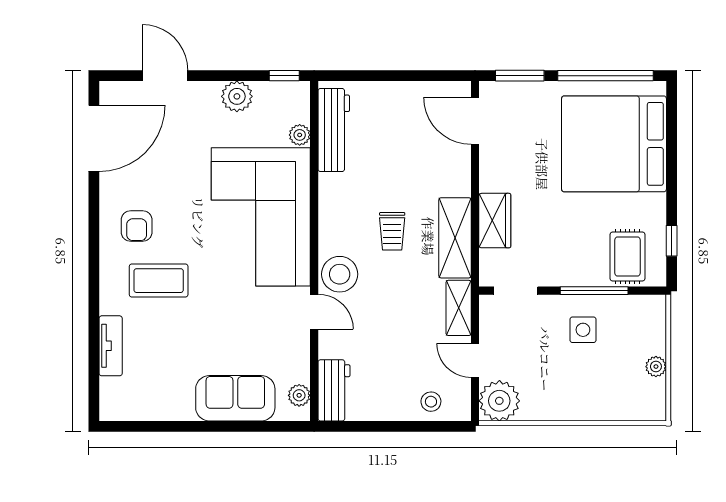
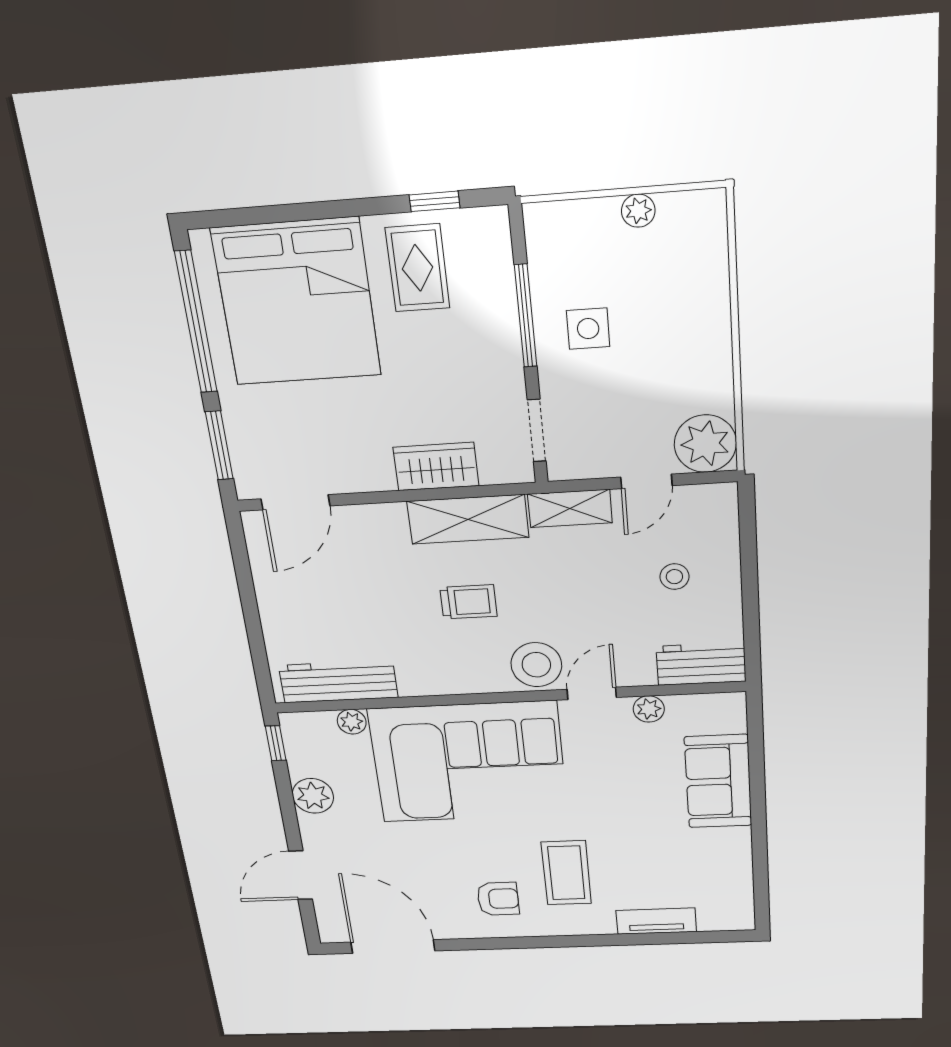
rug: (628, 256) -> (418, 268), moved, turned 90
plant: (299, 395) -> (649, 709), moved
stool: (431, 402) -> (674, 577), moved

